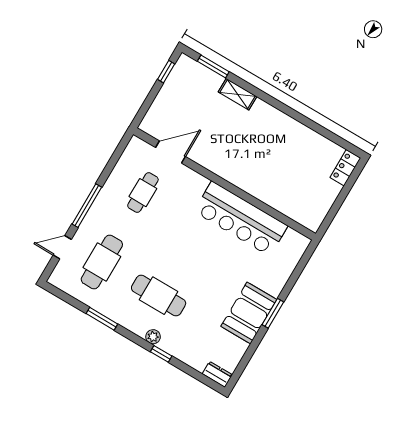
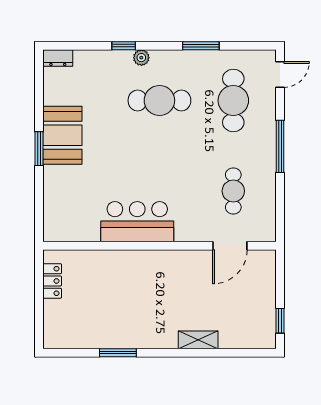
window: (213, 67) -> (118, 353), moved
locker: (345, 168) -> (52, 281), moved
bar counter: (241, 219) -> (137, 222), width x0.73
door: (62, 247) -> (280, 74), moved

